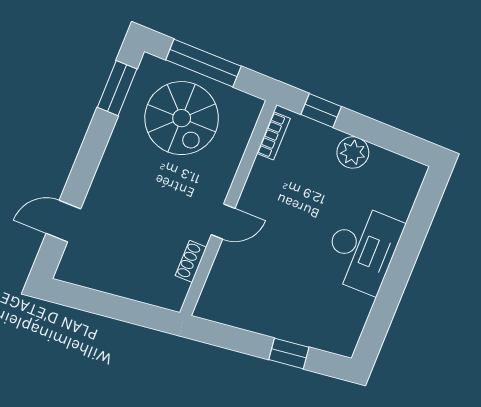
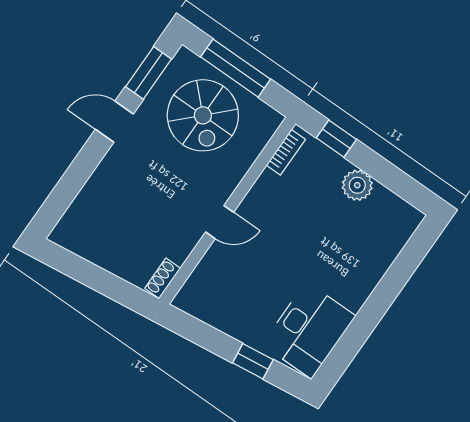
door: (63, 221) -> (114, 122), moved
desk: (362, 249) -> (309, 330), moved
shoe rack: (191, 261) -> (163, 278), moved

